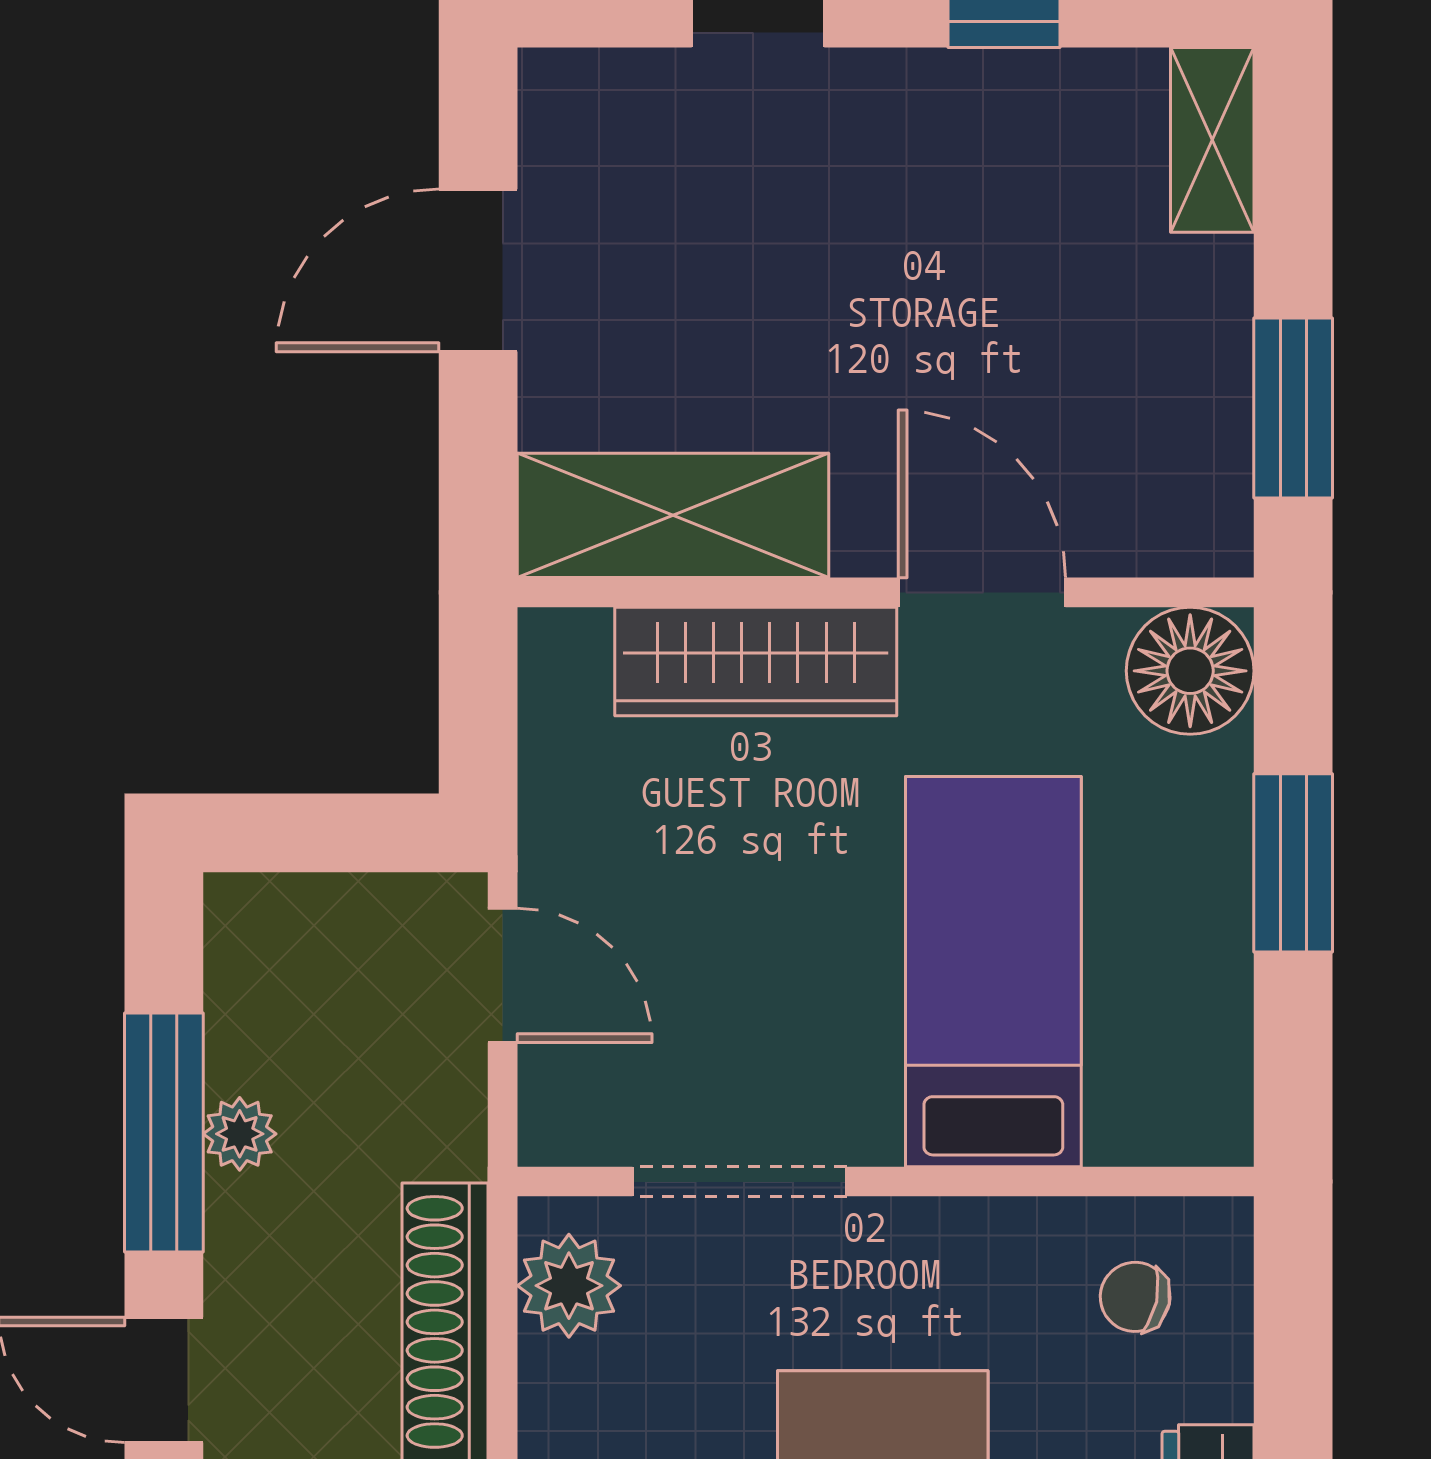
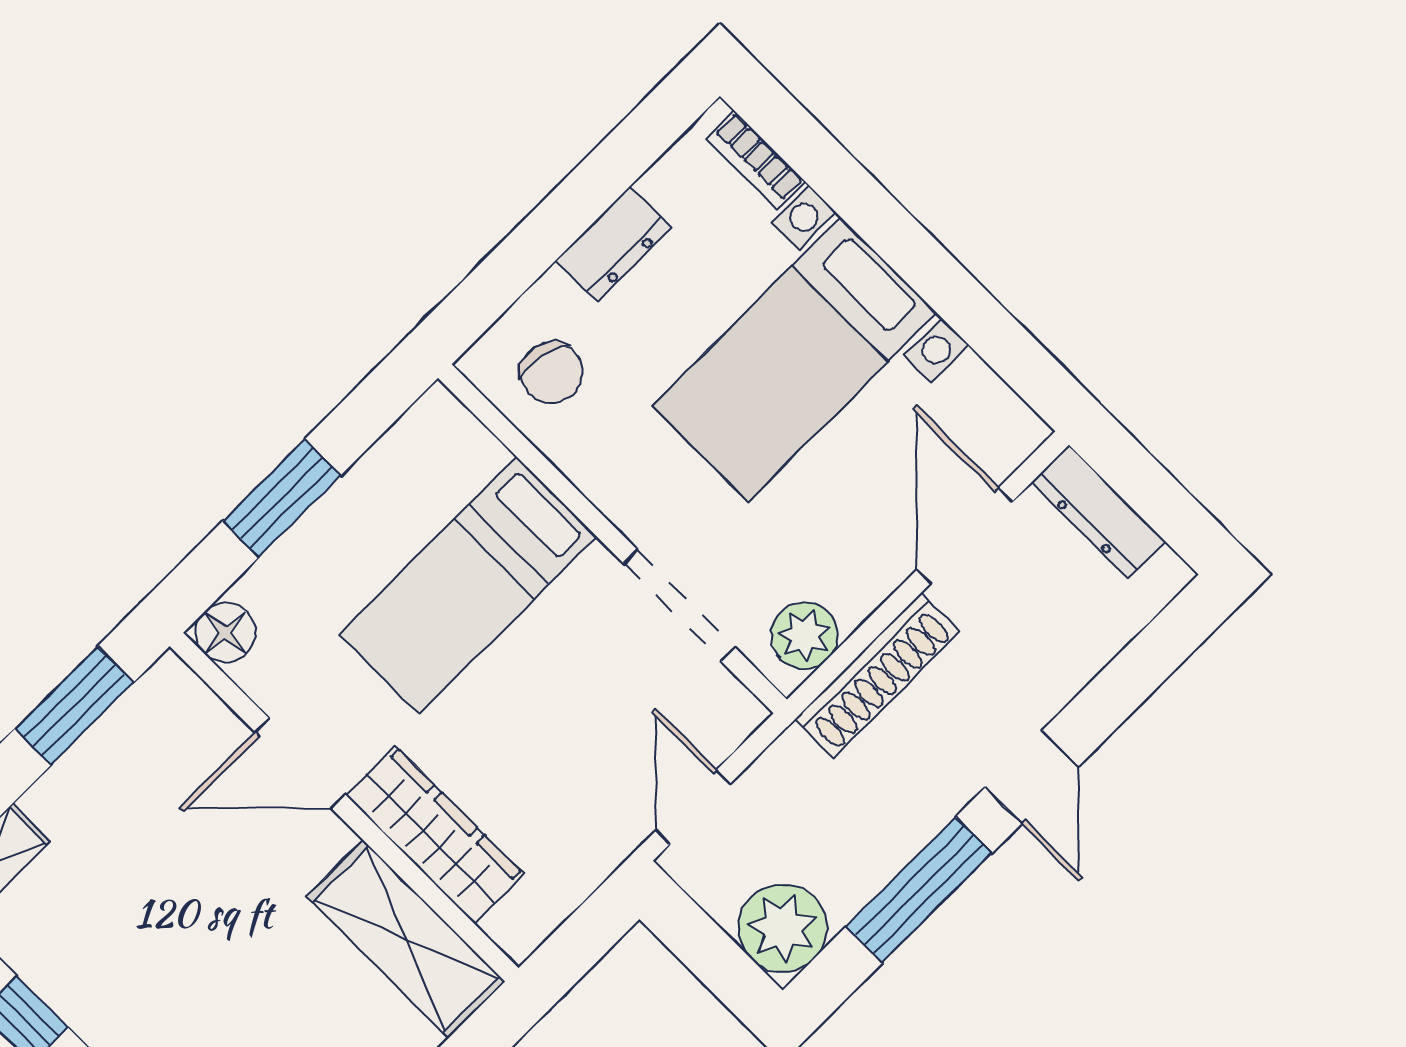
door: (982, 592) -> (300, 763), hinge flipped
floor lamp: (1190, 671) -> (225, 633), width x0.73, depth x0.73
plant: (240, 1134) -> (783, 928), moved, width x1.88, depth x1.88
chair: (1135, 1297) -> (551, 372), width x1.37, depth x1.37

